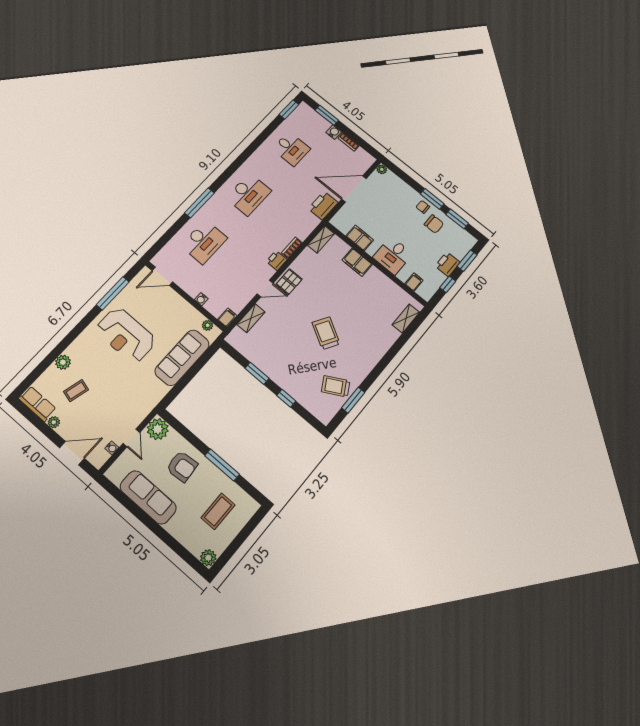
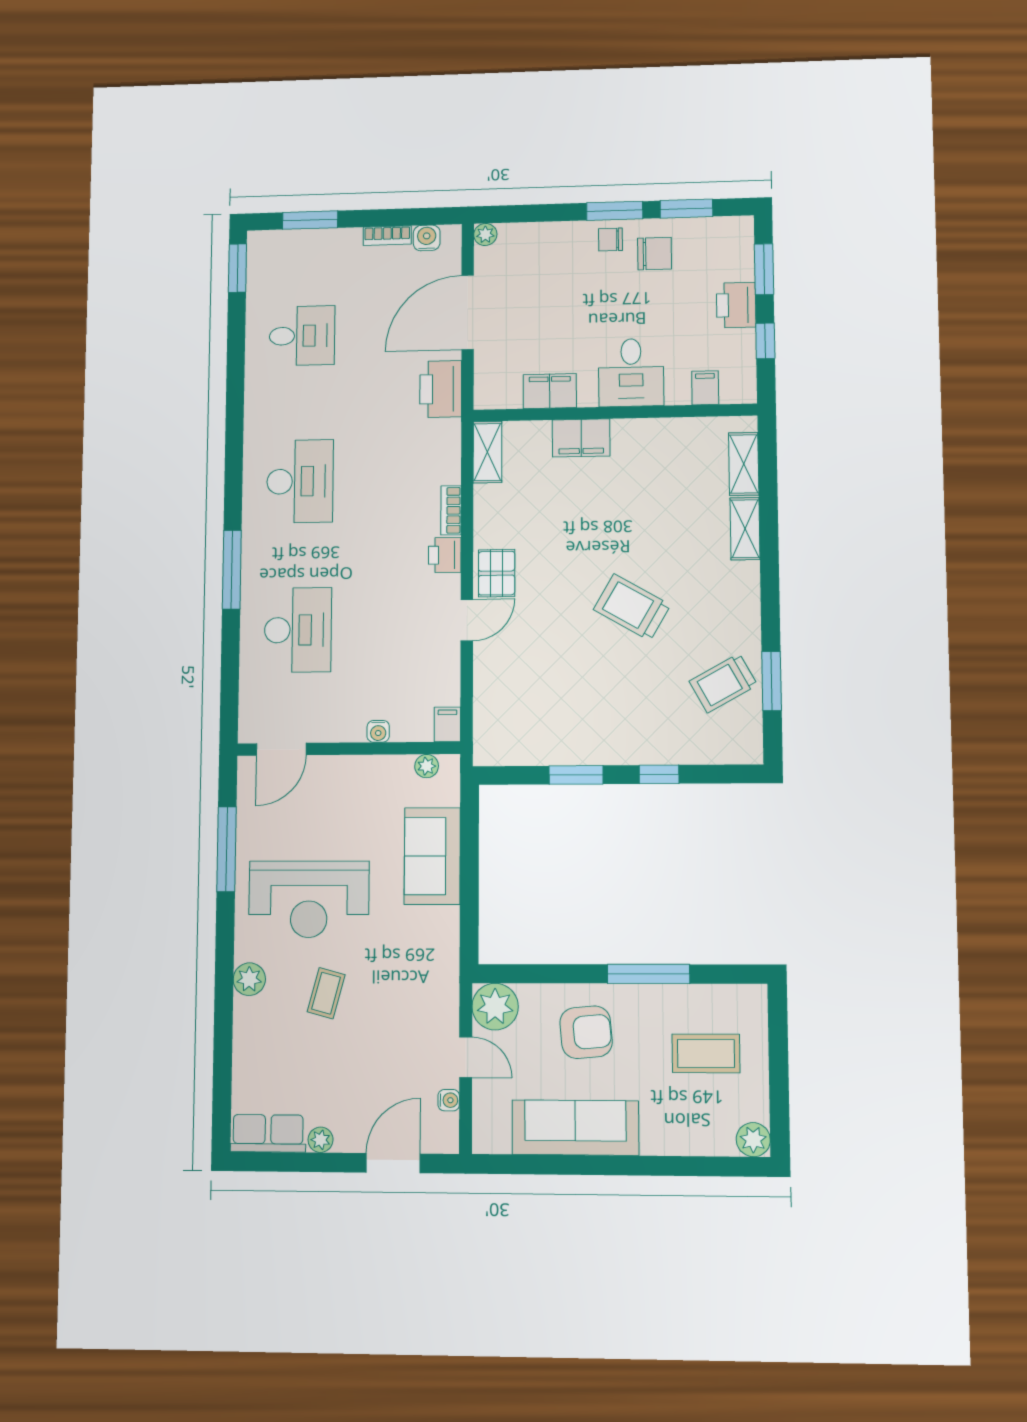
water cooler: (334, 132) -> (427, 238), moved
shelving: (251, 318) -> (745, 529), moved
sofa: (182, 358) -> (432, 856), width x0.73
plant: (63, 362) -> (249, 979), moved
coffee table: (76, 391) -> (326, 993), moved
coffee table: (218, 511) -> (706, 1053), turned 90

